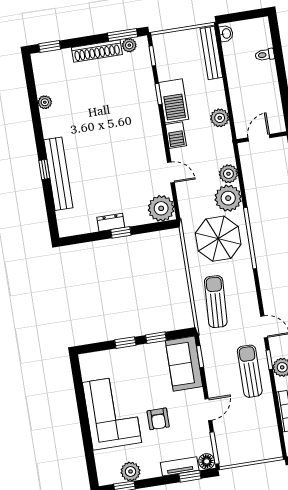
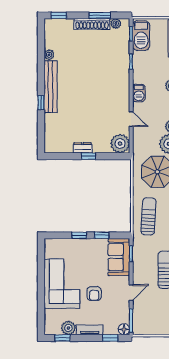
window: (123, 35) -> (100, 15), moved
barbecue: (174, 101) -> (141, 36), moved
bench: (58, 174) -> (51, 87), moved
tv unit: (180, 466) -> (90, 330), moved

